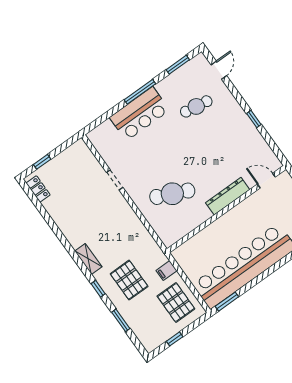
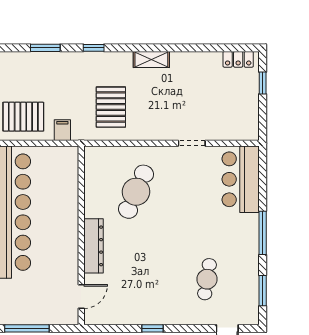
bar counter: (139, 114) -> (241, 179), moved
shelving: (88, 259) -> (151, 59), moved
pallet: (129, 280) -> (111, 107), moved, turned 90

